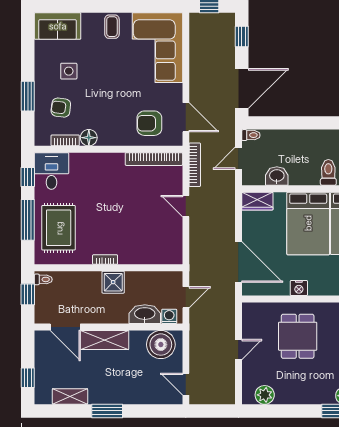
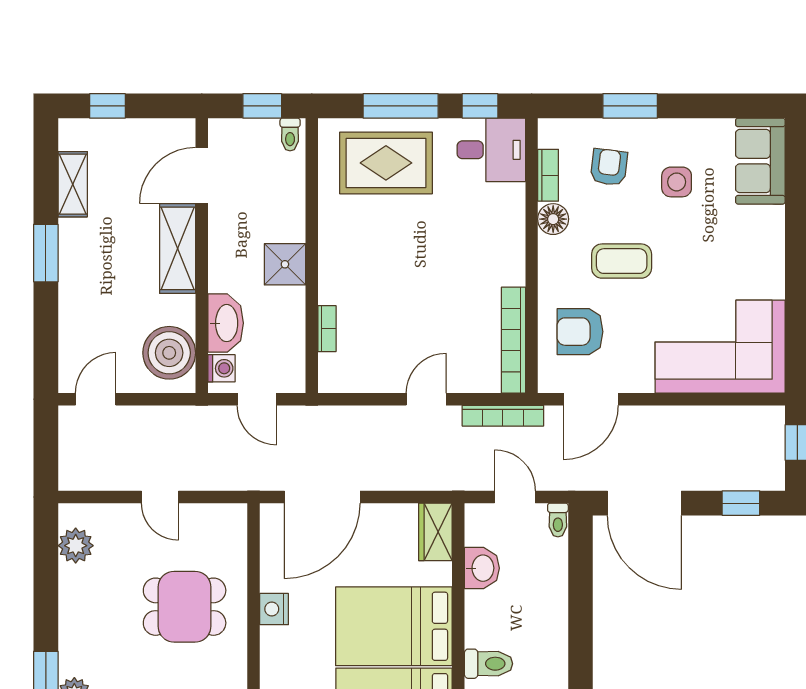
coffee table: (112, 27) -> (622, 261), moved, width x1.36, depth x1.30
armchair: (149, 123) -> (580, 332), turned -90
bookcase: (105, 260) -> (327, 329), moved

